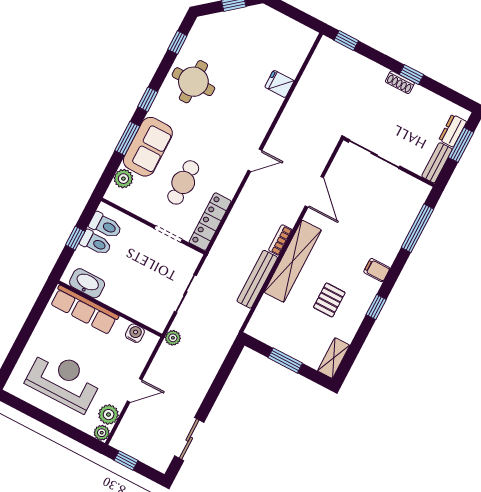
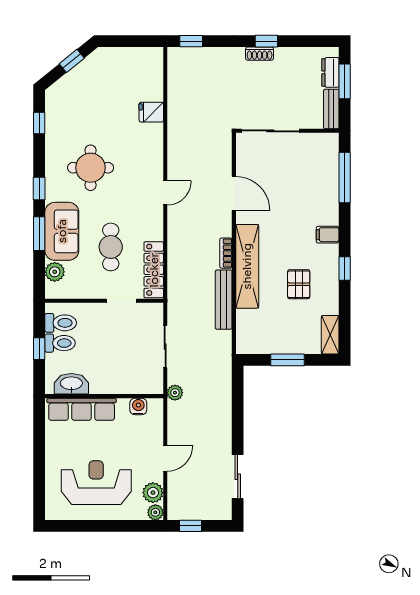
round table: (193, 82) -> (91, 168), moved

